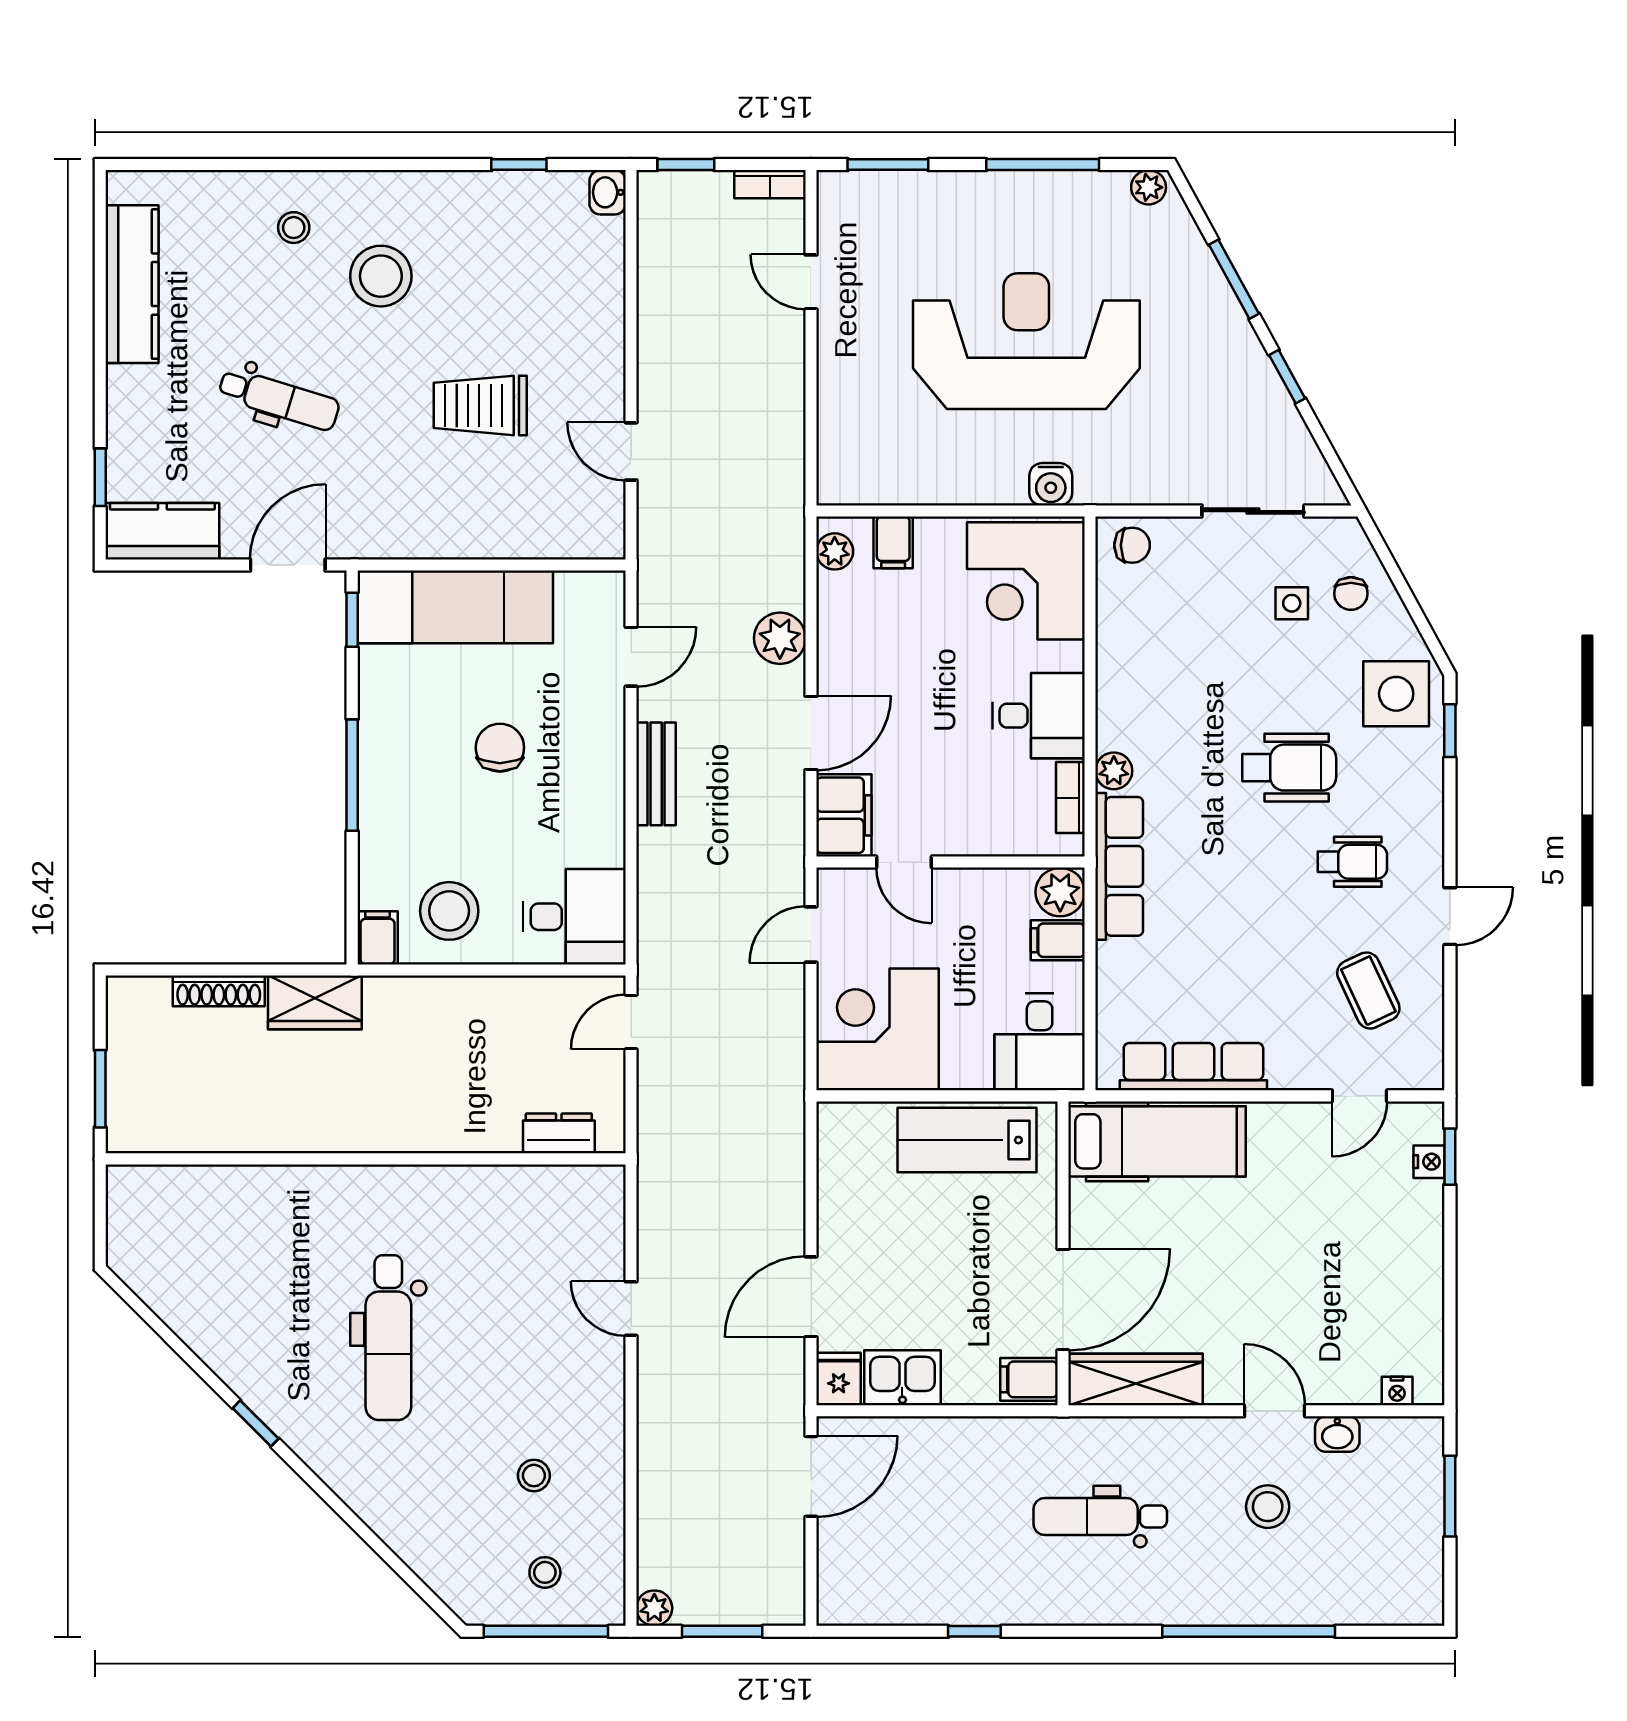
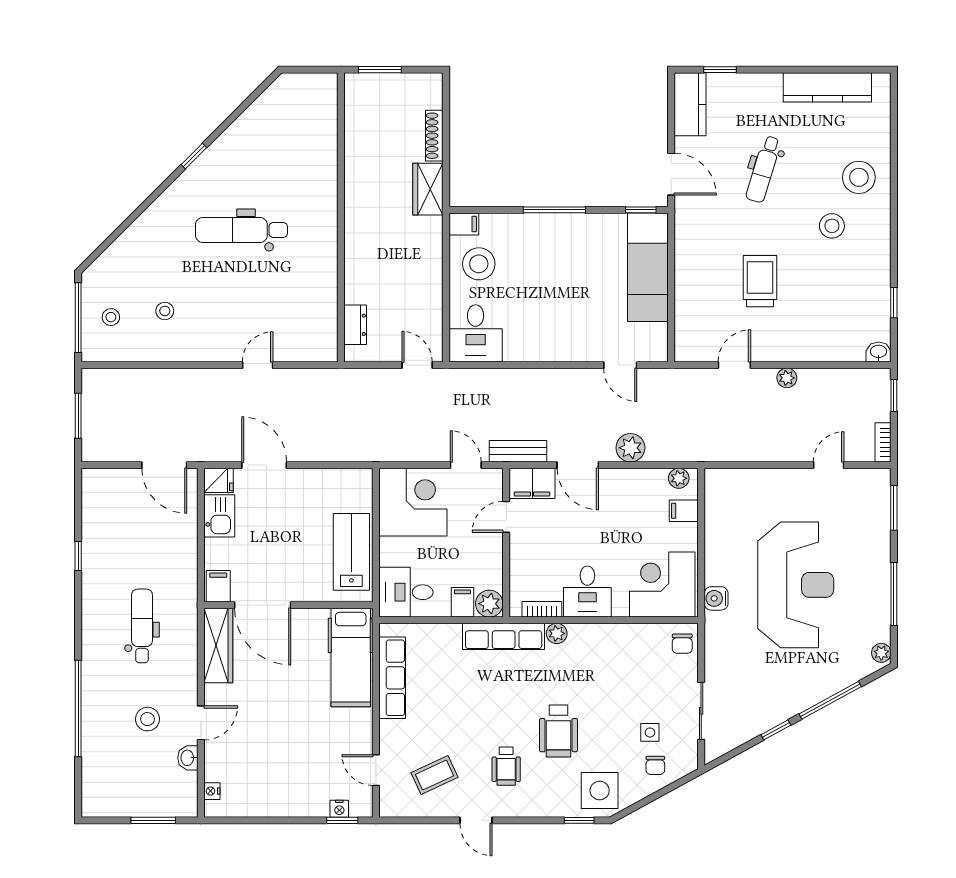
stool: (294, 228) -> (859, 177), width x1.89, depth x1.89
stool: (381, 276) -> (832, 226), width x0.73, depth x0.73
window: (1234, 279) -> (830, 700), width x1.44
chair: (1351, 594) -> (655, 765), turned -90
chair: (500, 748) -> (570, 292), removed
bench: (656, 774) -> (518, 451), moved
plant: (654, 1608) -> (787, 378), moved

